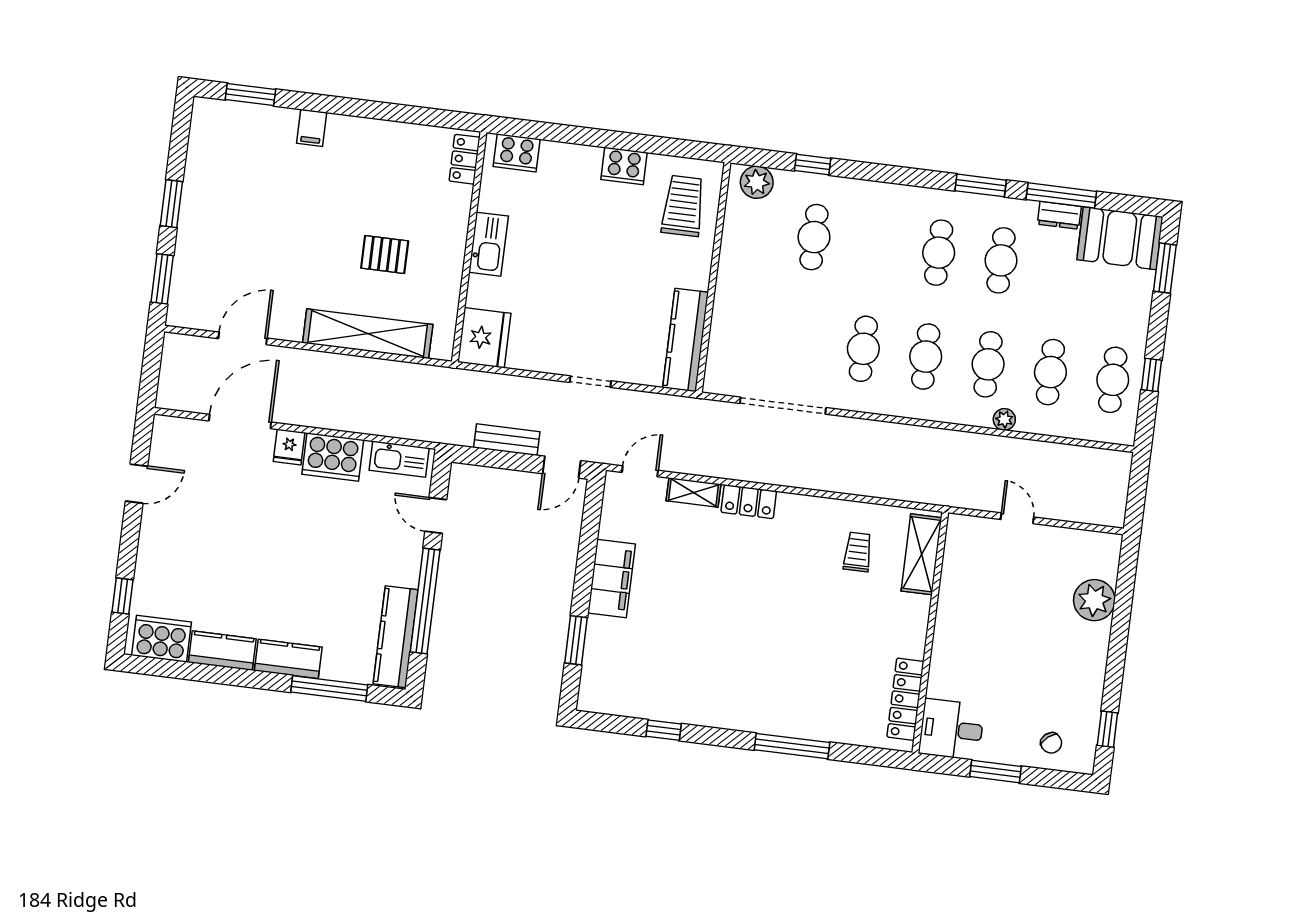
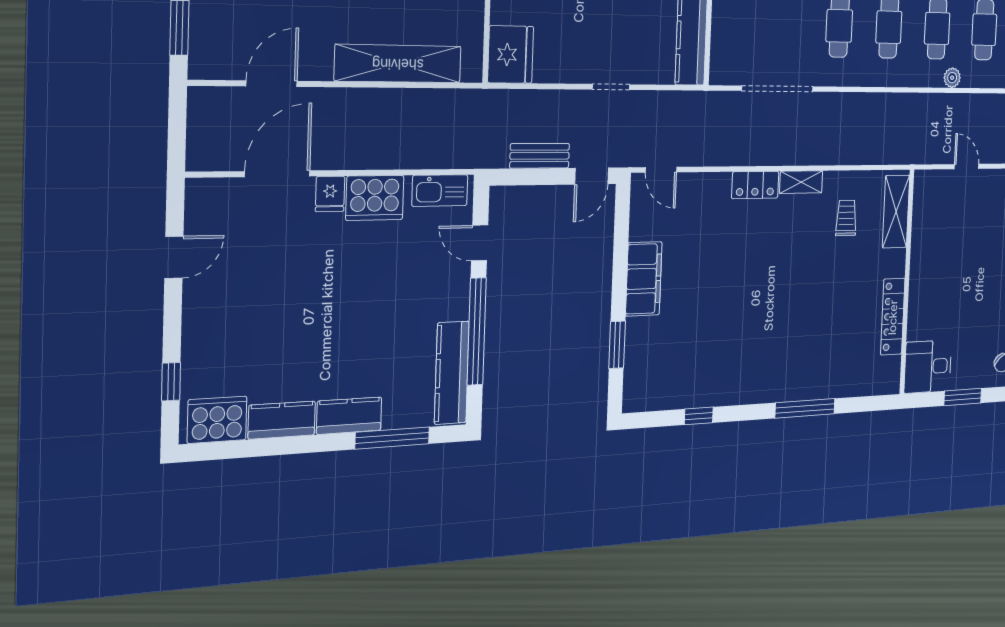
door: (640, 471) -> (661, 170), swing flipped
shelving: (694, 493) -> (801, 182), moved
locker: (905, 699) -> (893, 317), moved

